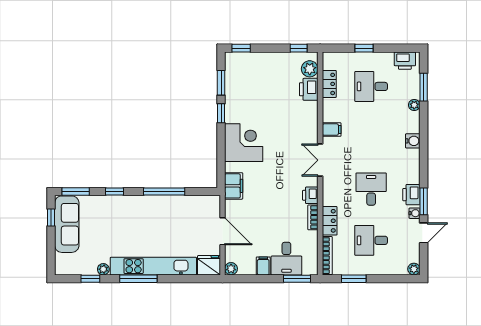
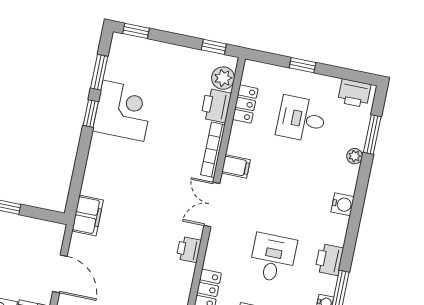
corner desk: (244, 143) -> (123, 111), moved
printer: (411, 195) -> (329, 260), moved
bookcase: (313, 217) -> (213, 150), moved, width x1.56

